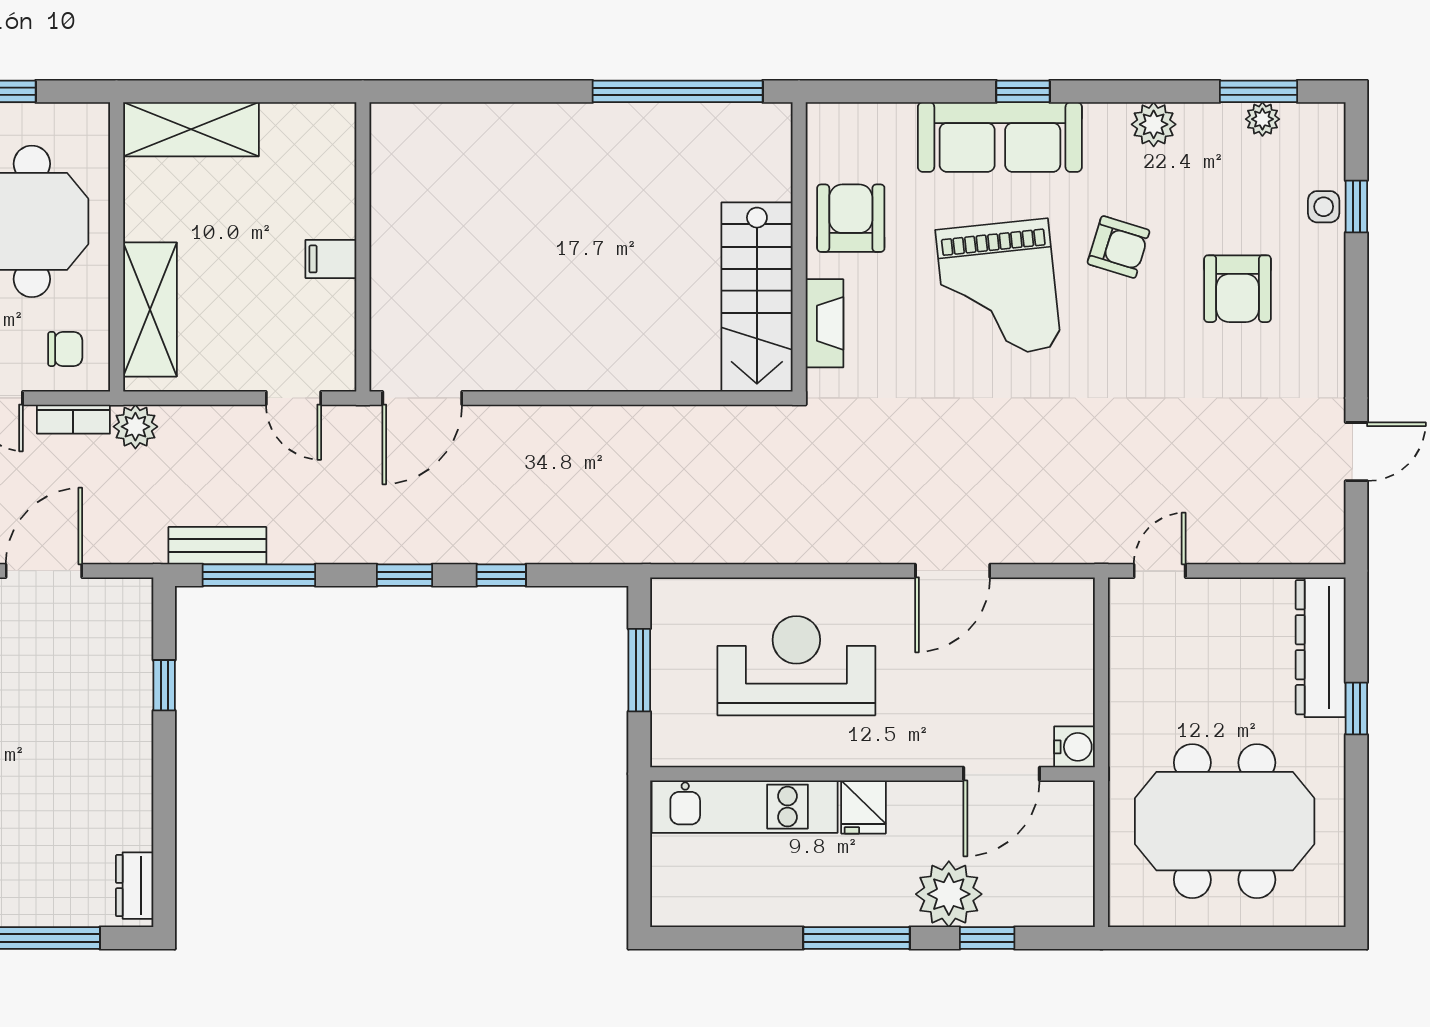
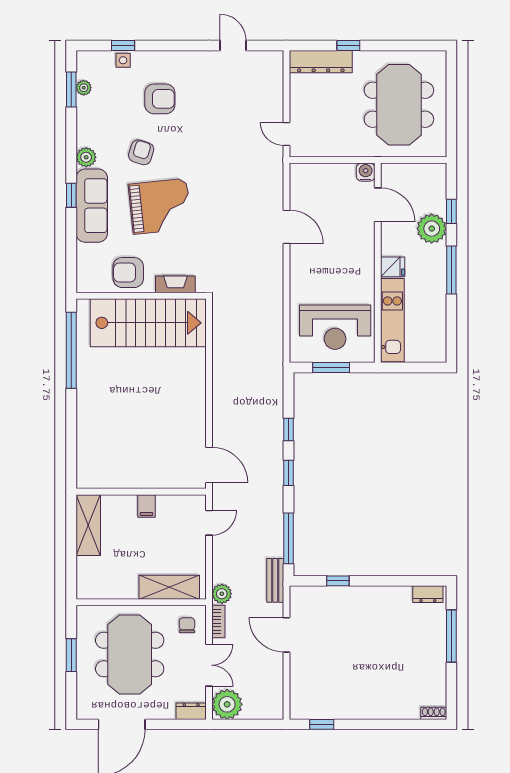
plant: (1154, 124) -> (86, 157), moved
shelving: (191, 129) -> (88, 525), moved
stairs: (757, 297) -> (148, 323), width x1.36, depth x1.51
bench: (217, 546) -> (275, 580), moved
reception desk: (796, 666) -> (335, 327), moved, turned -90

